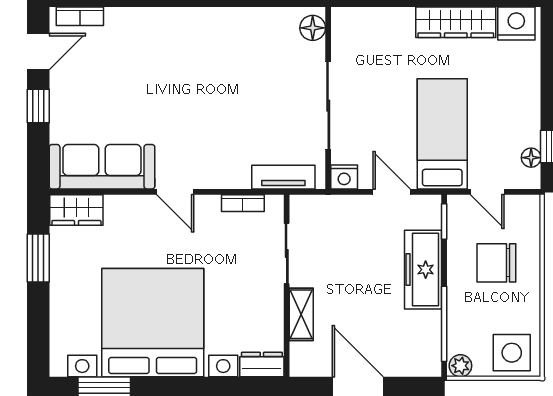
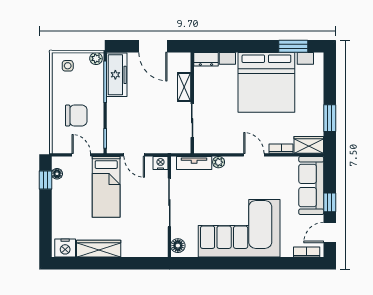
corner sofa: (202, 59) -> (239, 228), added
sofa: (102, 167) -> (311, 185), moved, turned 90
plant: (239, 179) -> (219, 162), added
bookcase: (243, 203) -> (281, 149), moved
freezer: (423, 270) -> (117, 75), moved
side table: (512, 353) -> (68, 66), width x0.54, depth x0.54

